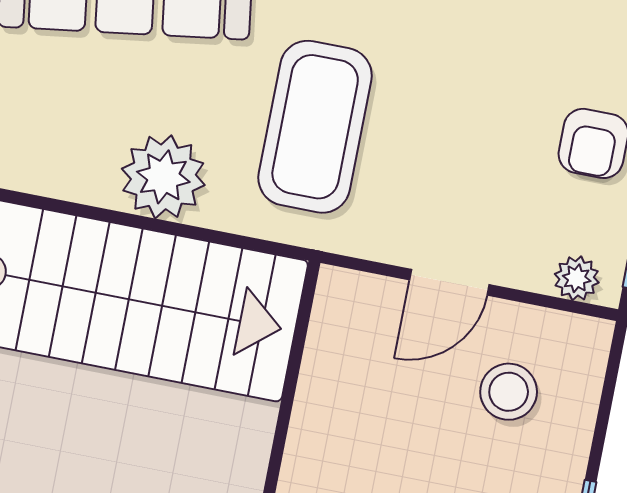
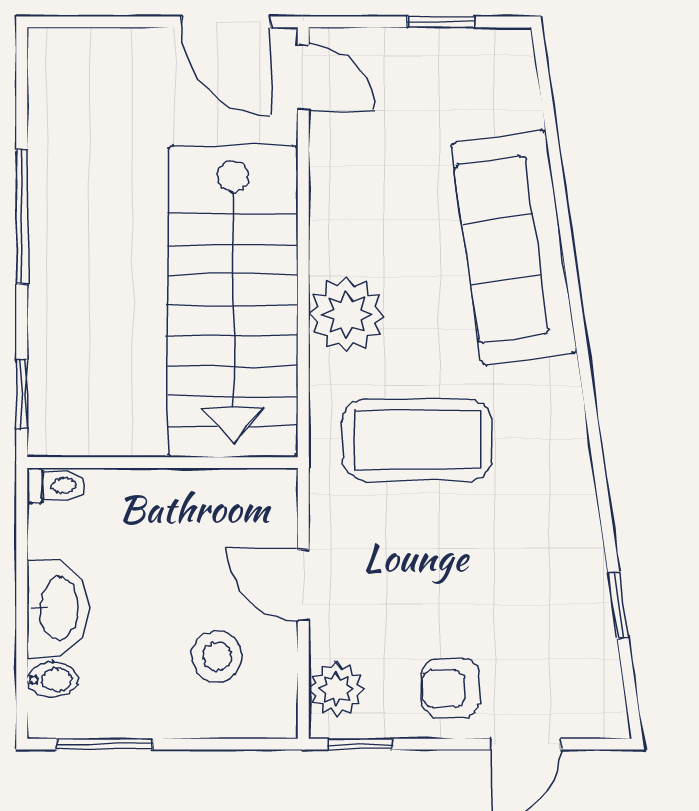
plant: (577, 278) -> (336, 689), width x1.38, depth x1.38

